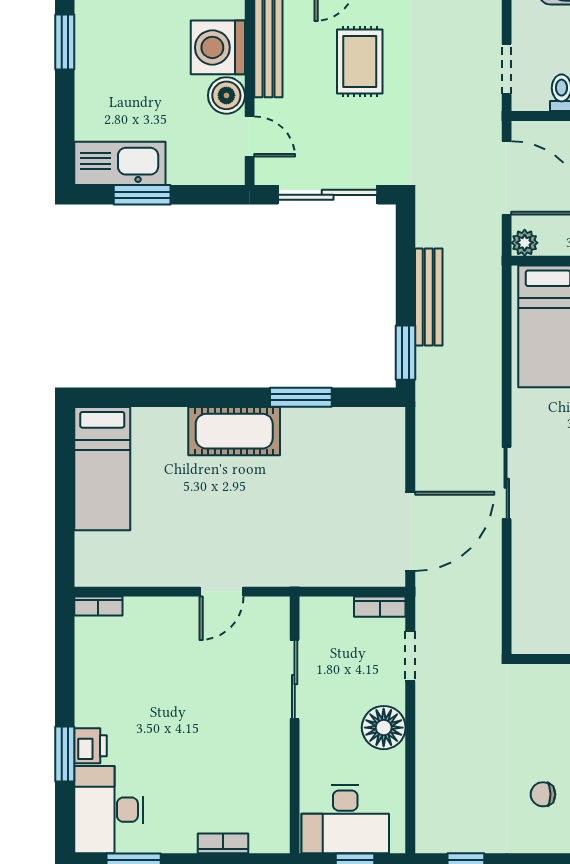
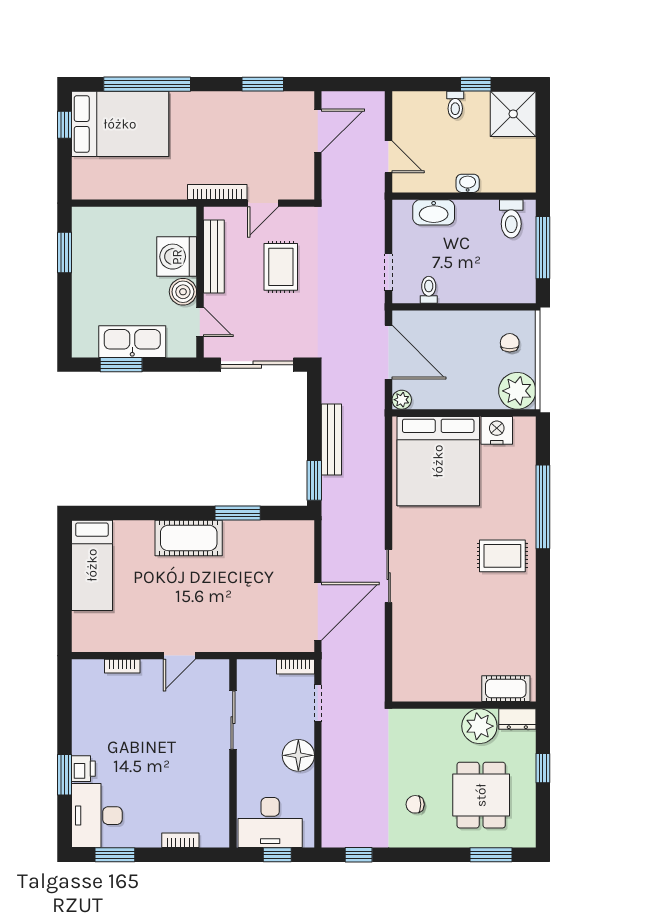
kitchen sink: (120, 163) -> (132, 342), moved
bookcase: (98, 606) -> (122, 666), moved

